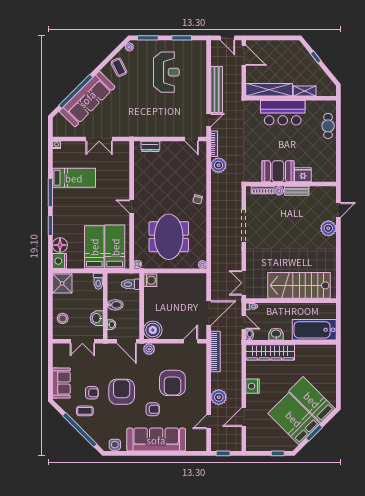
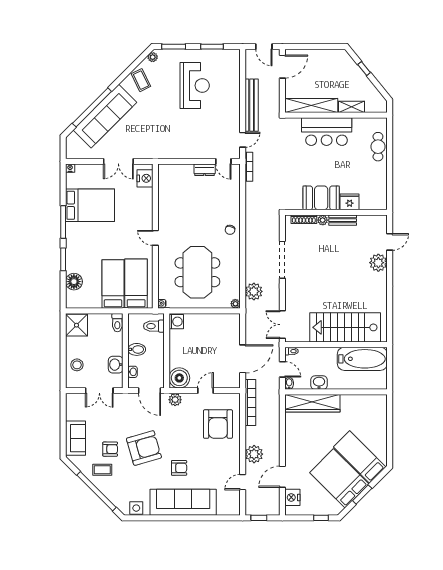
door: (244, 55) -> (282, 67), hinge flipped
dresser: (150, 146) -> (205, 170), moved
plant: (218, 165) -> (254, 291), moved
bed: (74, 178) -> (90, 205), width x1.50
nightstand: (59, 261) -> (145, 178), moved, turned 180
bathtub: (314, 330) -> (362, 359), moved, turned 180
door: (191, 341) -> (205, 391), moved
armchair: (172, 383) -> (218, 424), moved
nightstand: (253, 386) -> (292, 497), moved
armchair: (122, 392) -> (144, 448), turned 74

